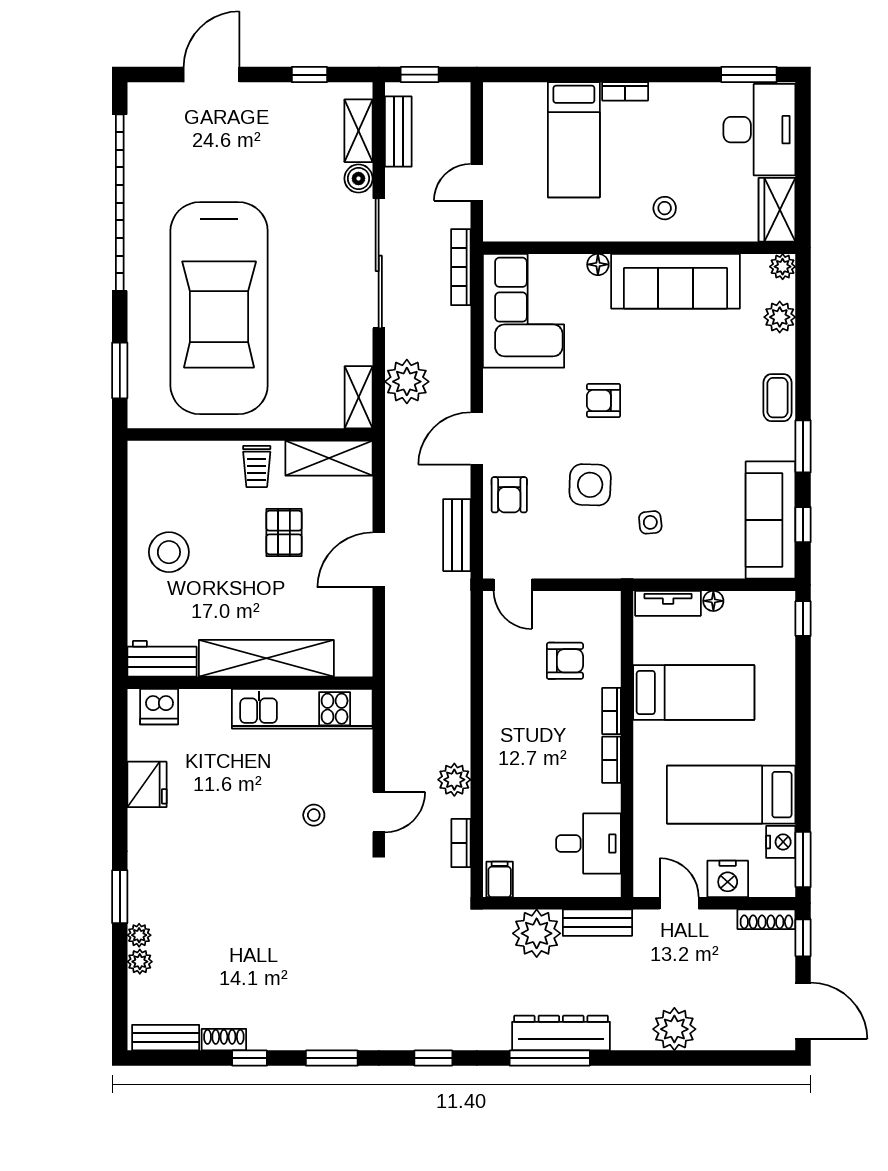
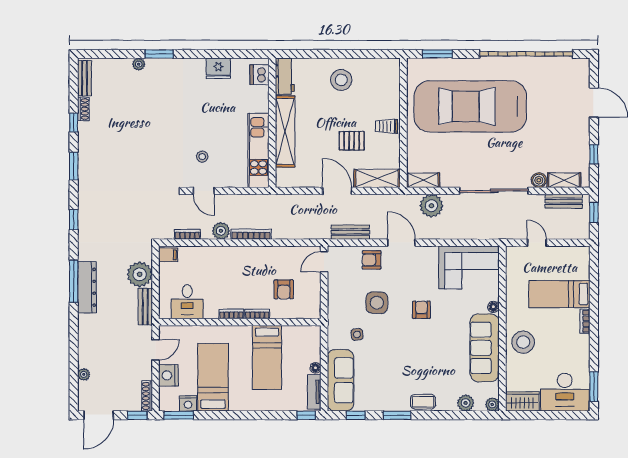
stool: (665, 208) -> (523, 342), width x1.89, depth x1.89
bookcase: (461, 267) -> (251, 234), moved
shelving: (329, 458) -> (377, 178), moved, turned 90
sofa: (771, 520) -> (340, 380), moved, turned 90
tv unit: (668, 603) -> (314, 392), moved
plant: (140, 962) -> (125, 65), removed
plant: (674, 1029) -> (84, 374), moved, width x0.53, depth x0.53

